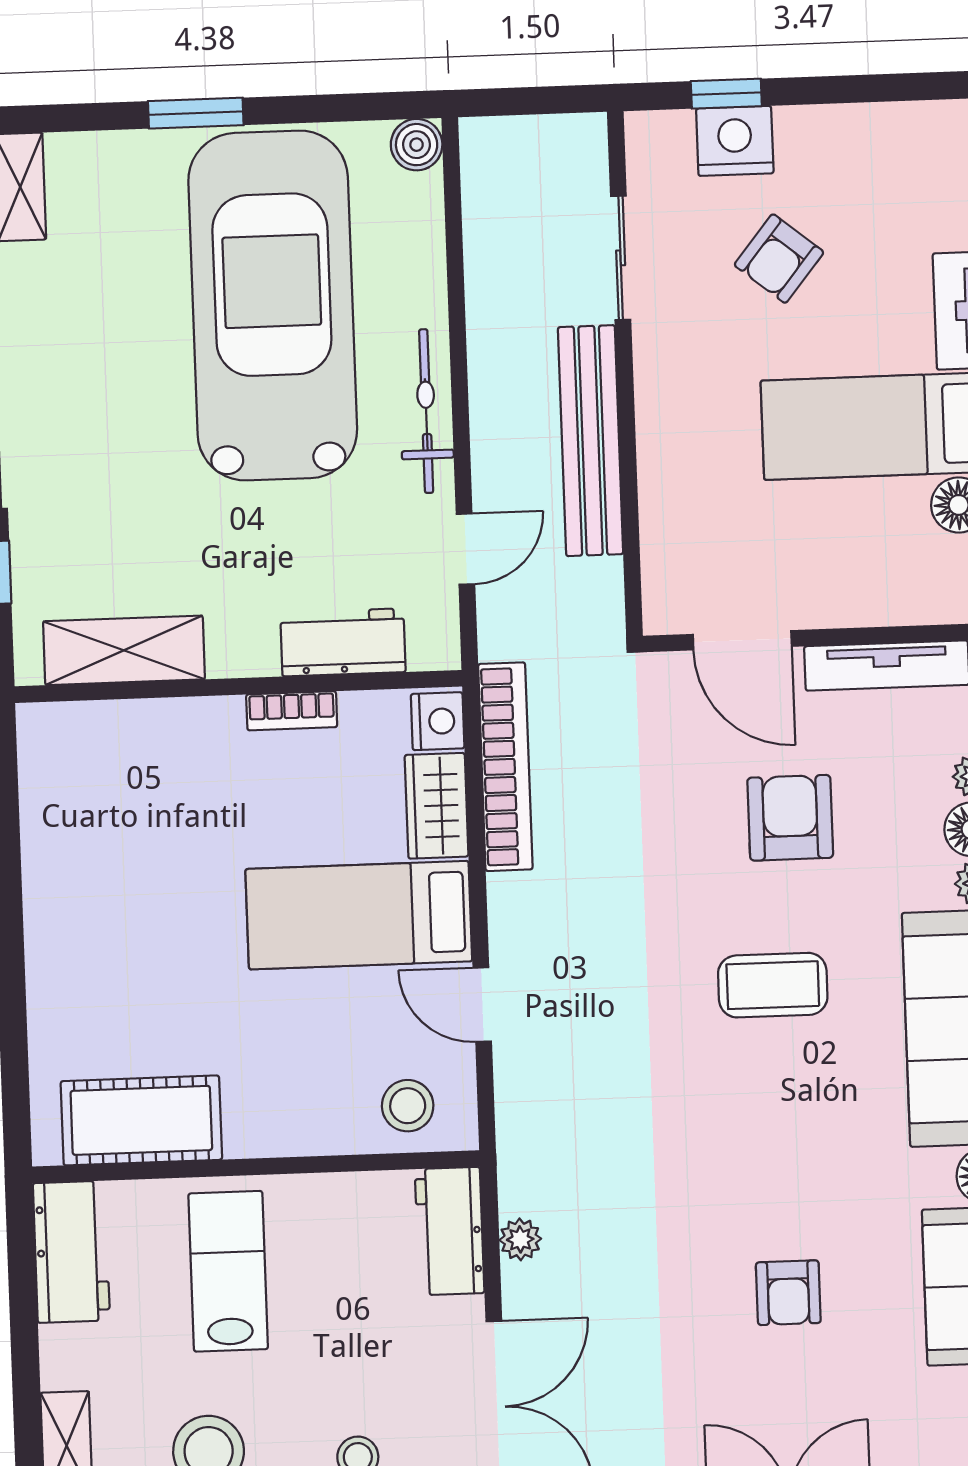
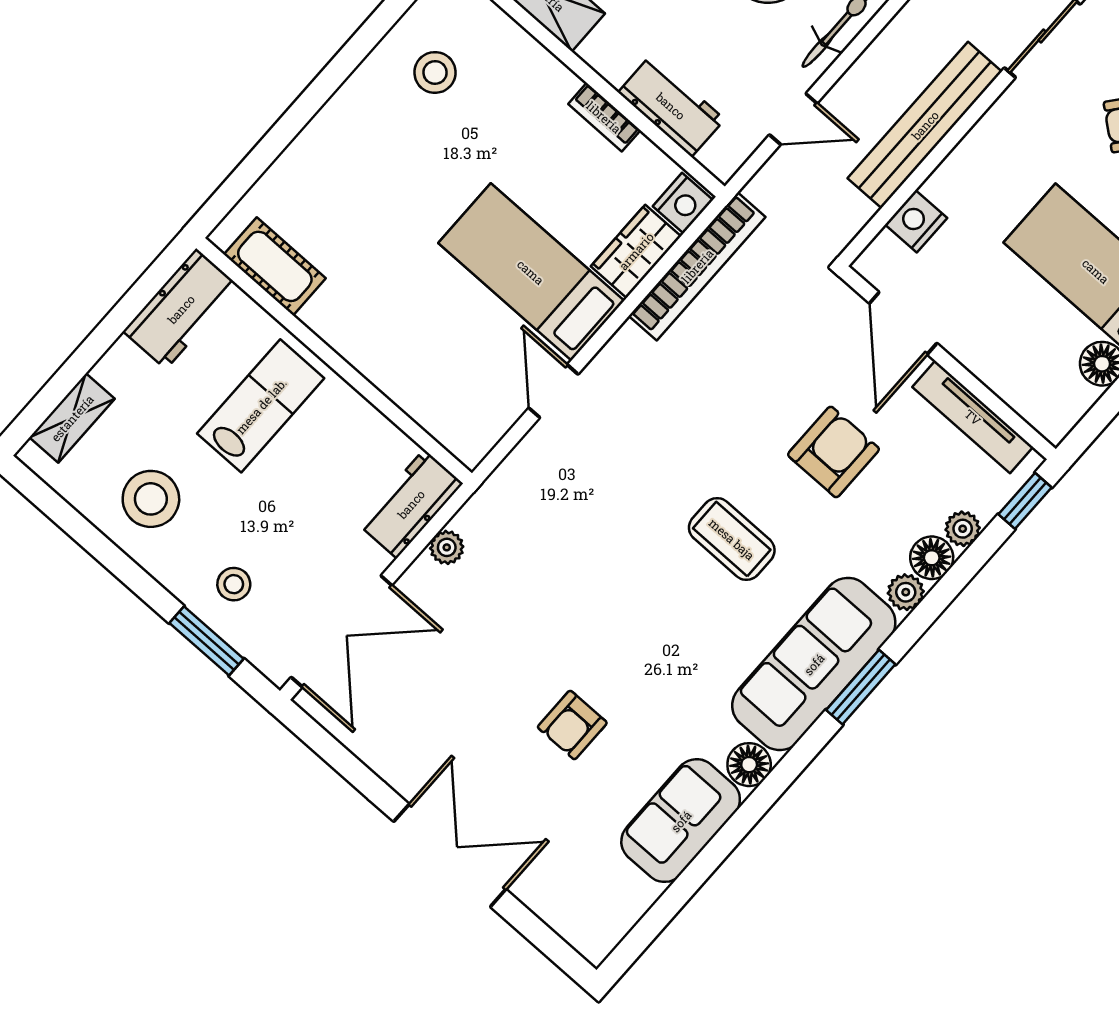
nightstand: (666, 536) -> (916, 221), added
stool: (408, 1106) -> (435, 72), moved
cot: (141, 1120) -> (275, 266), width x0.73, depth x0.75

